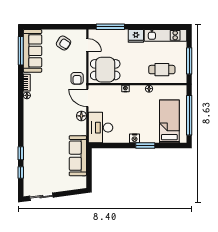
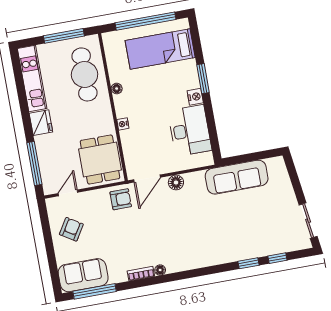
sofa: (33, 51) -> (83, 275), width x0.73
cafe table: (162, 70) -> (85, 74), width x1.37, depth x1.35
desk: (101, 128) -> (190, 131), moved, turned -90

